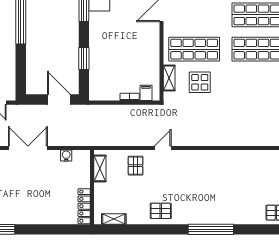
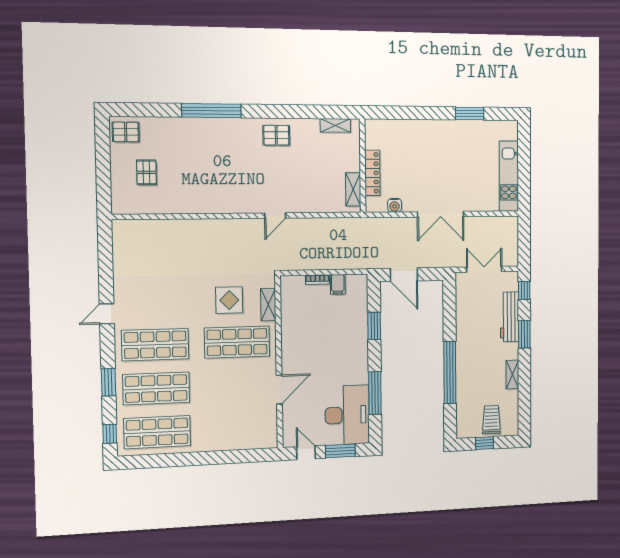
filing cabinet: (146, 93) -> (338, 284), moved
pallet: (136, 166) -> (147, 172), moved
locker: (84, 206) -> (372, 173), moved

